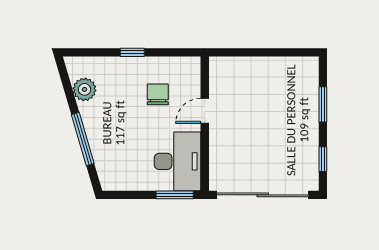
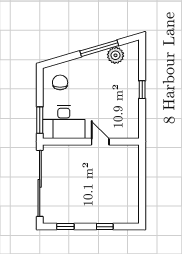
chair: (158, 94) -> (60, 82), moved, turned -90
window: (323, 104) -> (105, 227), width x0.67
window: (83, 139) -> (99, 48), moved

